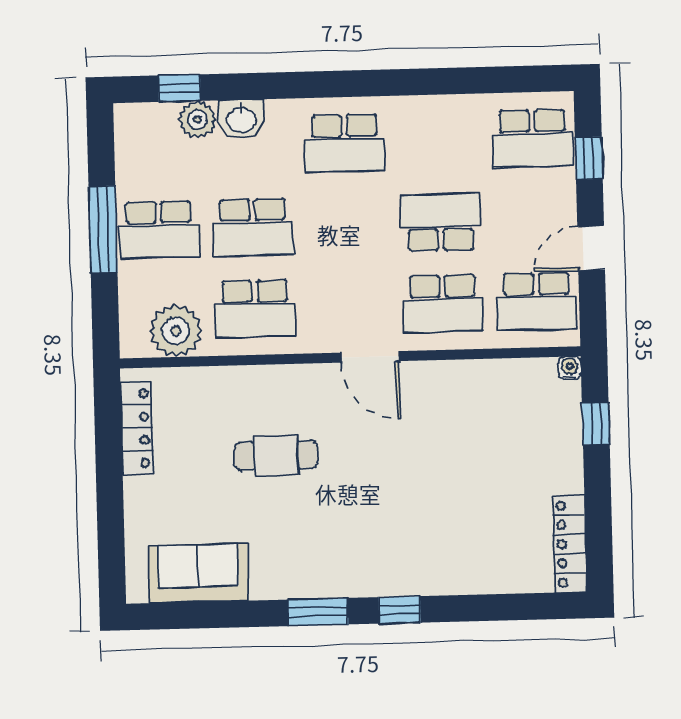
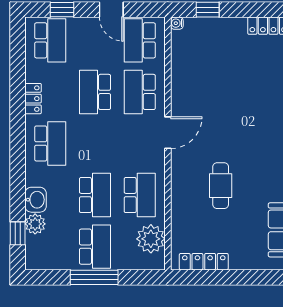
locker: (425, 110) -> (33, 99), added
school desk: (537, 301) -> (140, 40), turned 180
school desk: (443, 304) -> (140, 92), turned 180

